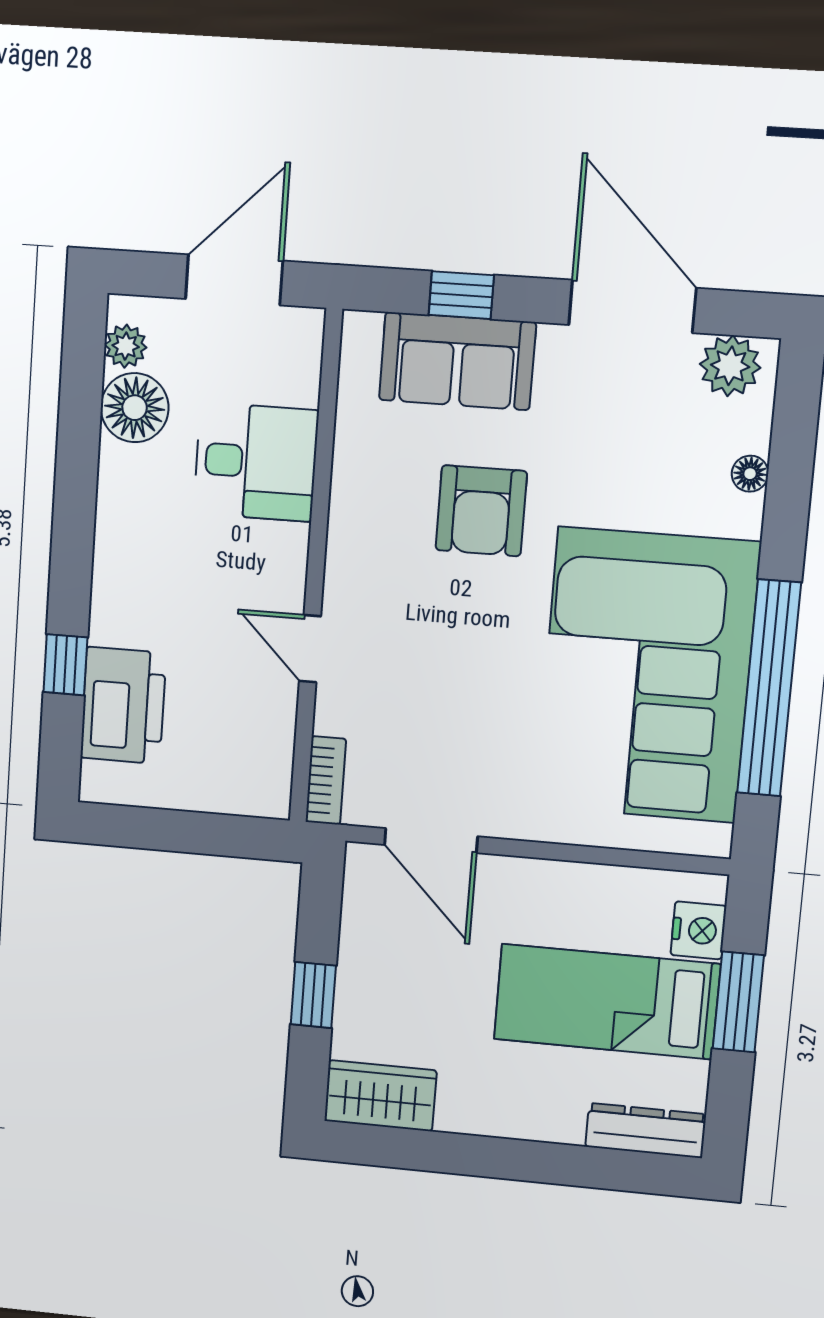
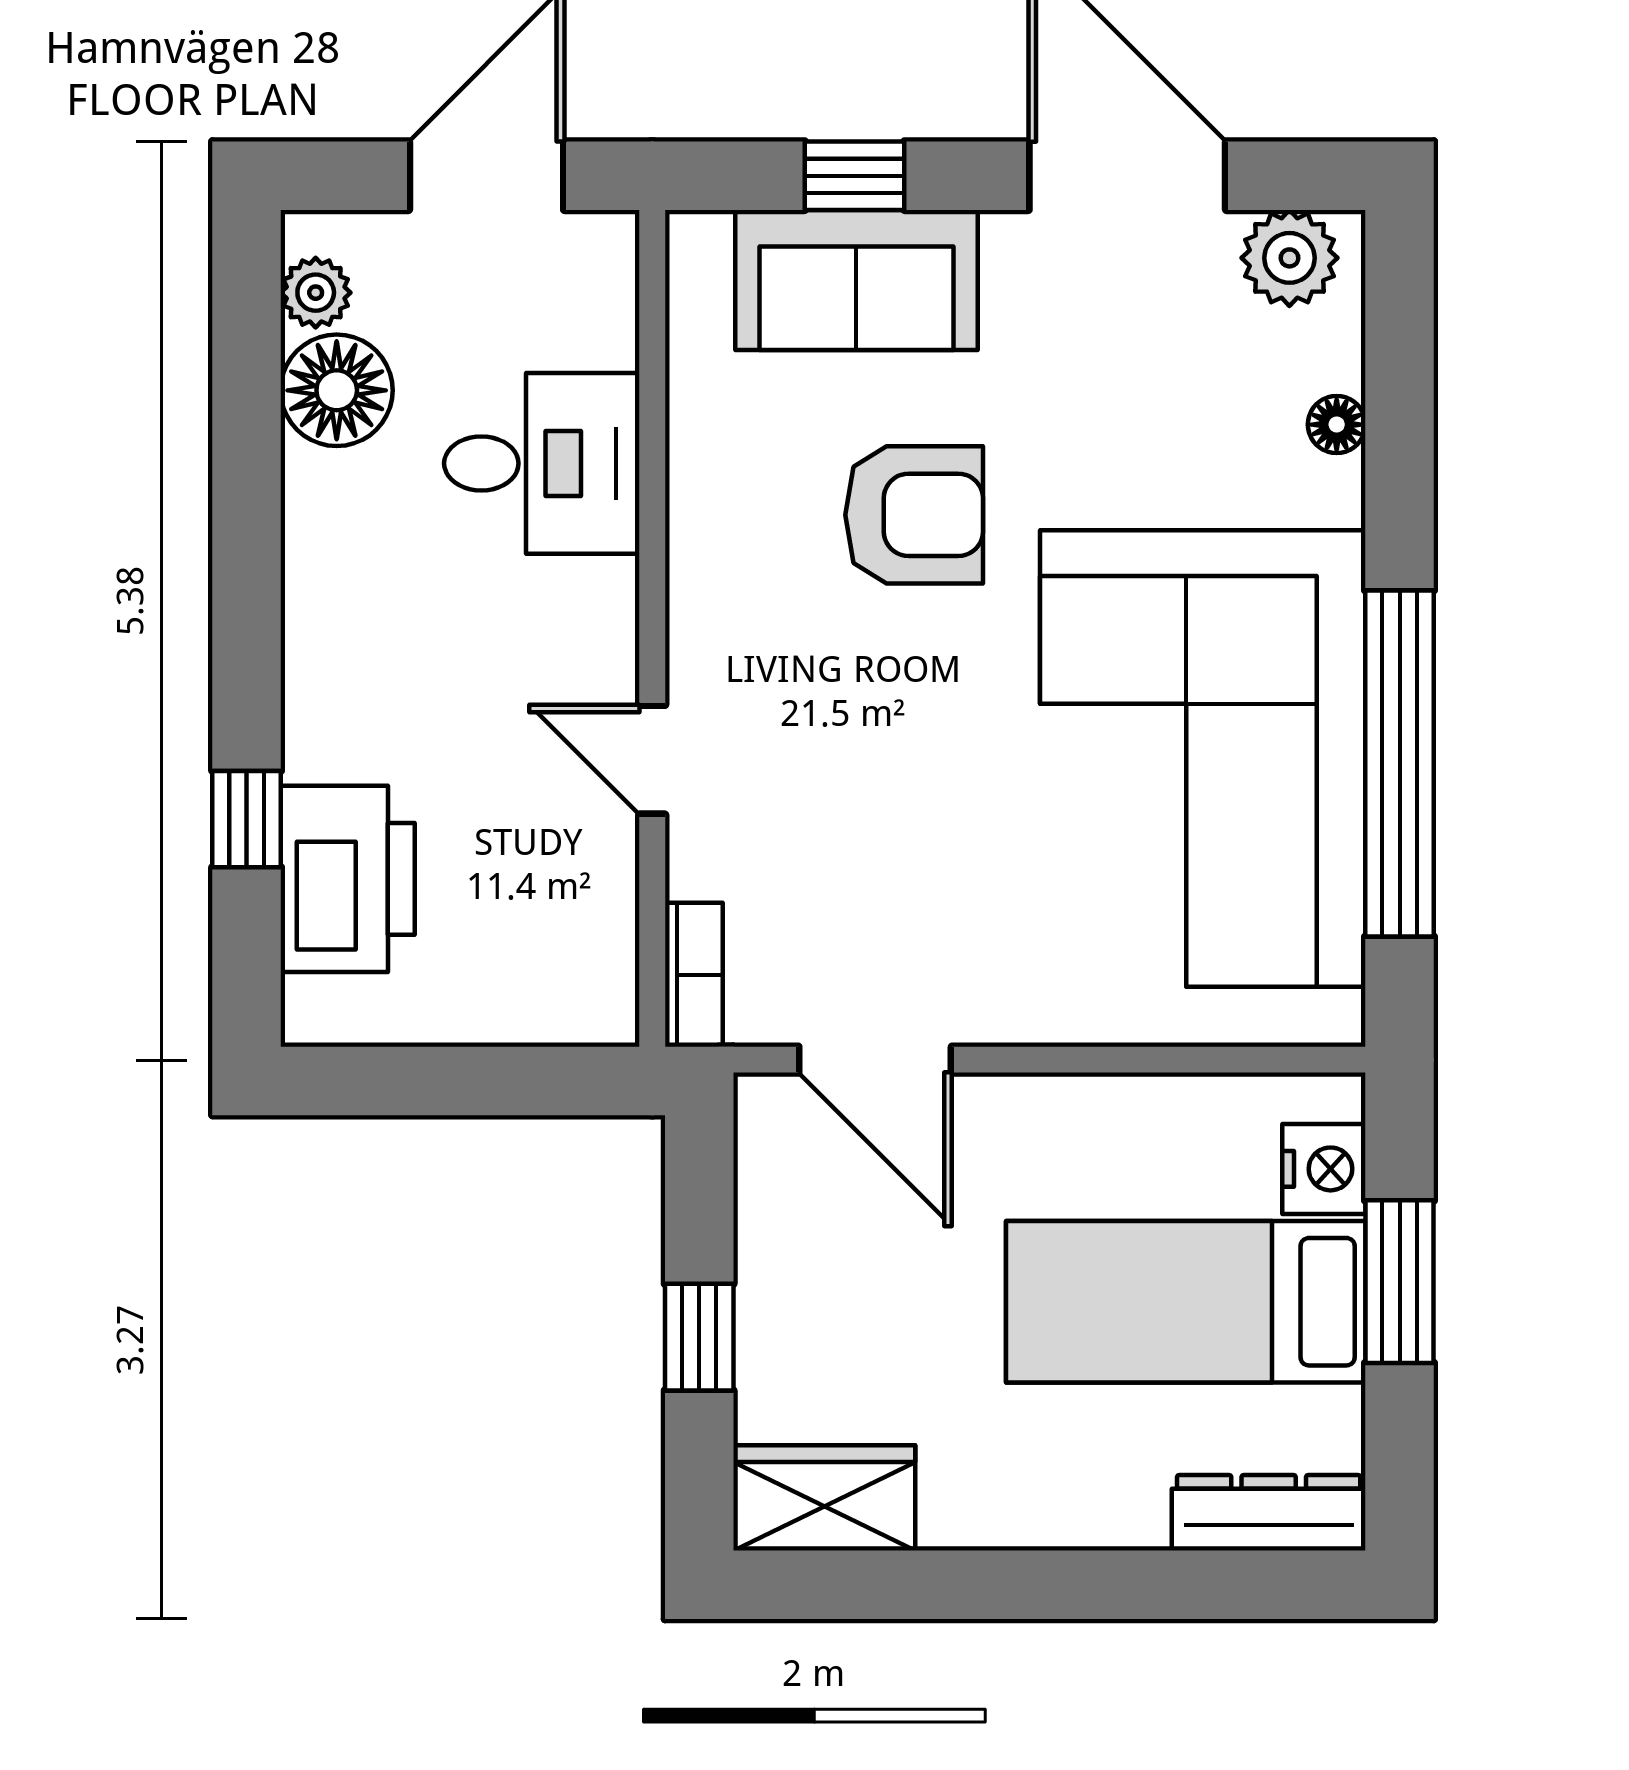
armchair: (481, 511) -> (914, 515), turned -90

